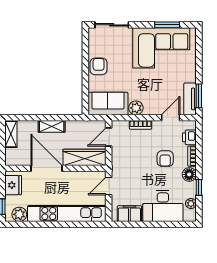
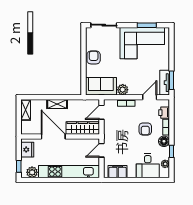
desk: (163, 206) -> (148, 166), width x0.73

